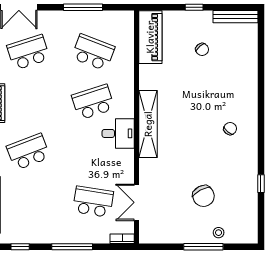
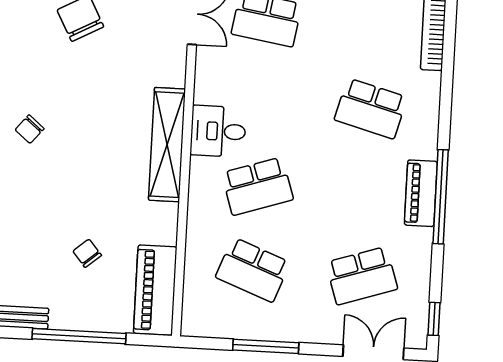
window: (194, 7) -> (79, 336), width x3.17
chair: (202, 49) -> (87, 253), moved
school desk: (28, 152) -> (371, 108), turned 36

